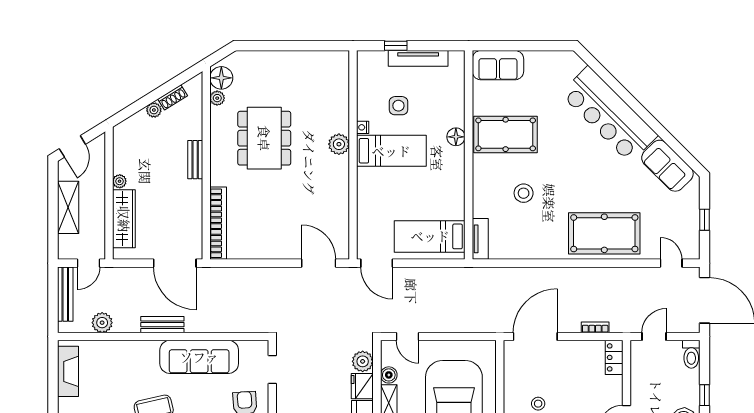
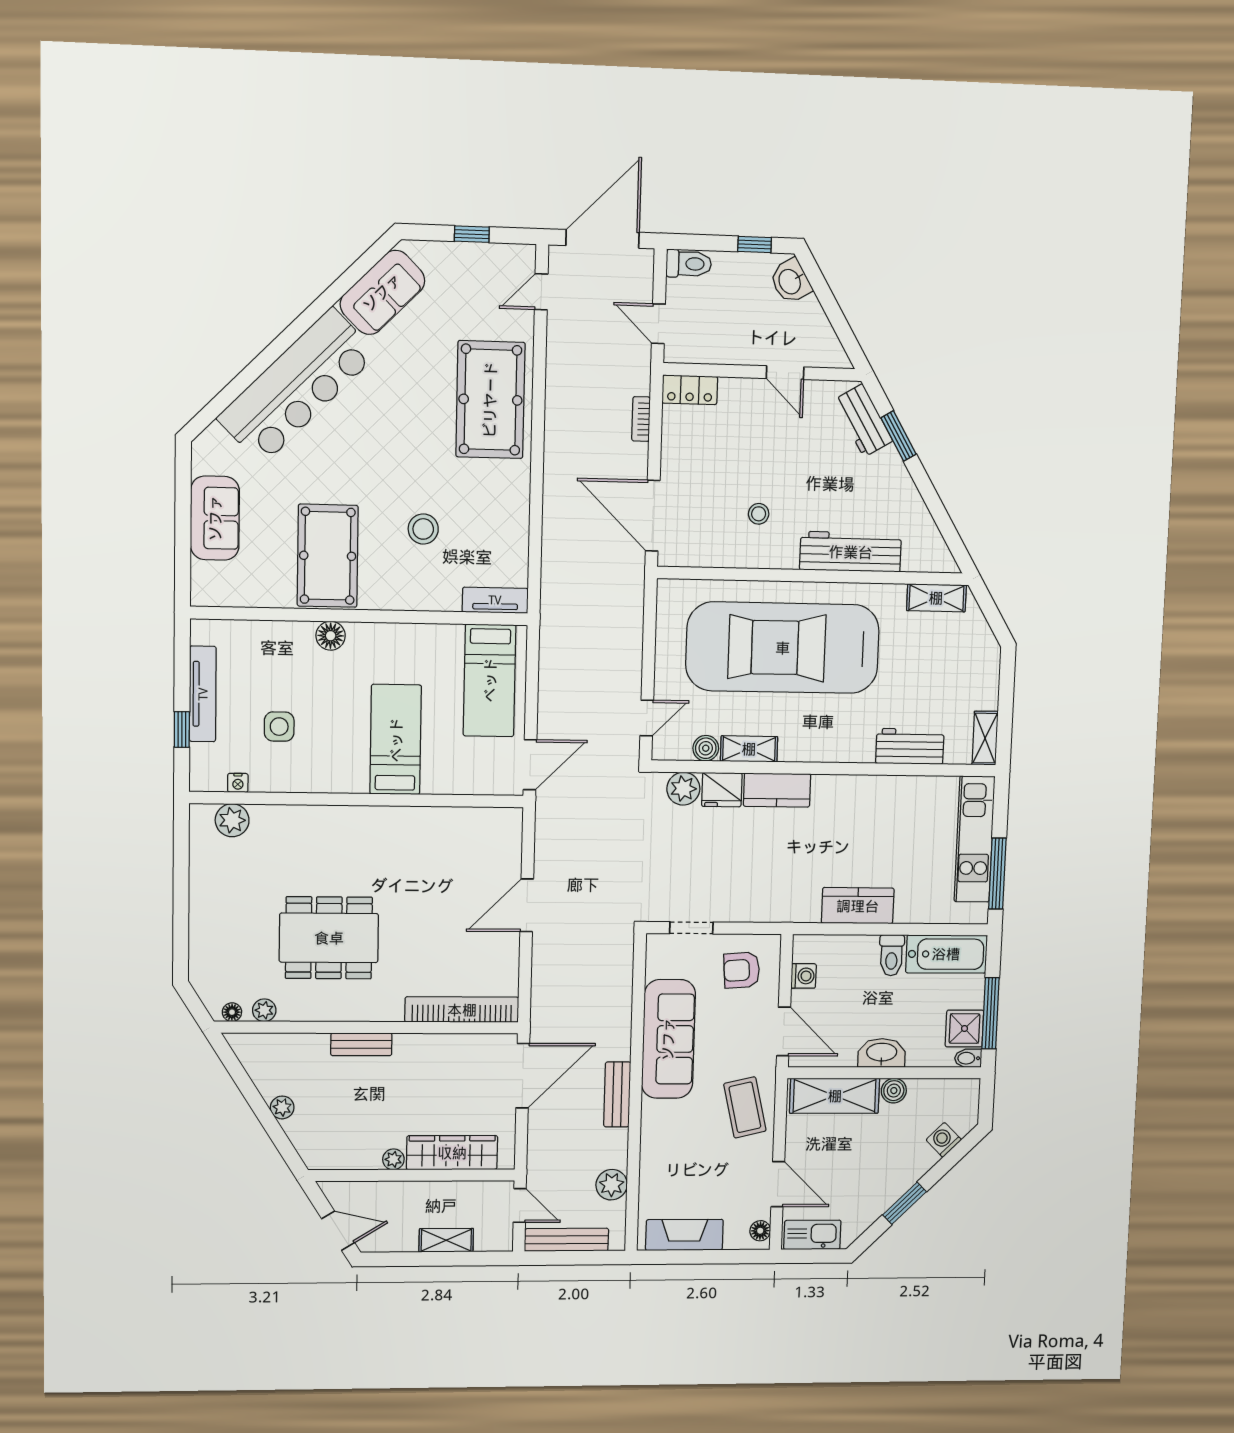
sofa: (498, 65) -> (215, 518), moved
floor lamp: (221, 78) -> (232, 1012), width x0.53, depth x0.53
shoe rack: (173, 97) -> (262, 1079), removed
nightstand: (363, 127) -> (238, 783), moved
plant: (339, 144) -> (232, 820), moved
bed: (391, 151) -> (396, 740), moved
shelving: (68, 207) -> (446, 1240), width x0.67, depth x0.75
door: (319, 263) -> (527, 905), moved

